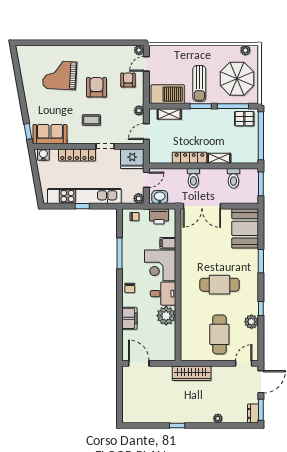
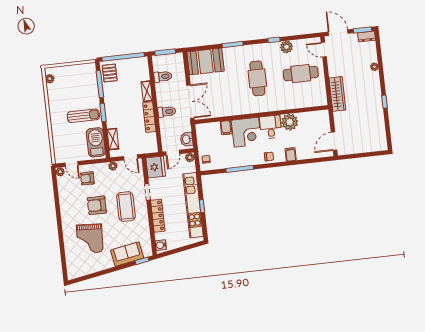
parasol: (237, 79) -> (76, 83), removed
coffee table: (91, 120) -> (126, 207), width x1.86, depth x1.72
sofa: (50, 134) -> (127, 254), moved, turned 80
door: (146, 180) -> (173, 153), swing flipped
printer: (159, 216) -> (203, 138), removed
filing cabinet: (129, 318) -> (291, 154), width x0.50

